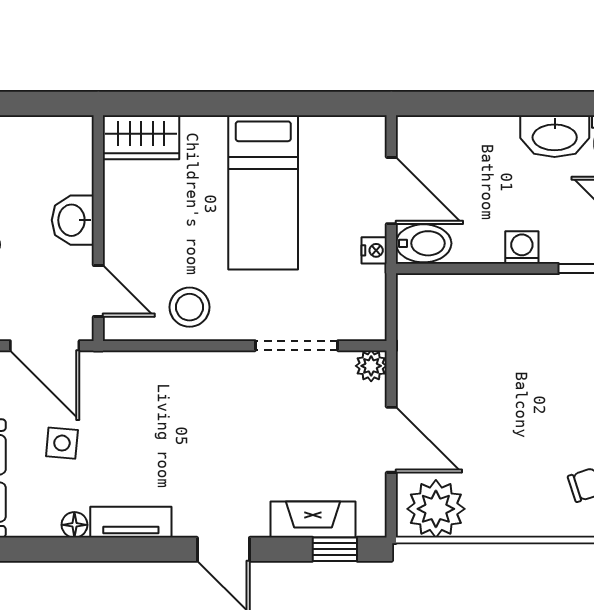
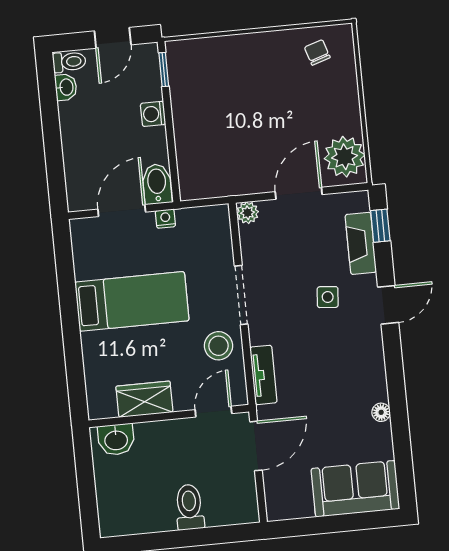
washbasin: (555, 136) -> (66, 87), width x0.52, depth x0.69
wardrobe: (141, 137) -> (144, 399), moved, turned -90
washbasin: (73, 220) -> (116, 440), moved
doorway: (297, 346) -> (241, 295), moved
side table: (62, 443) -> (328, 297), moved
tv unit: (131, 522) -> (263, 375), moved, turned 180

